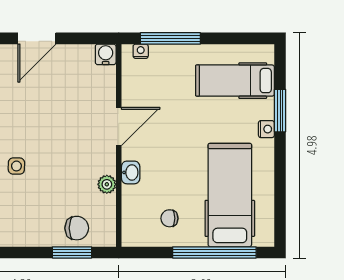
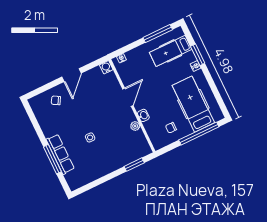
window: (170, 38) -> (158, 34), moved
chair: (77, 228) -> (131, 152), removed

